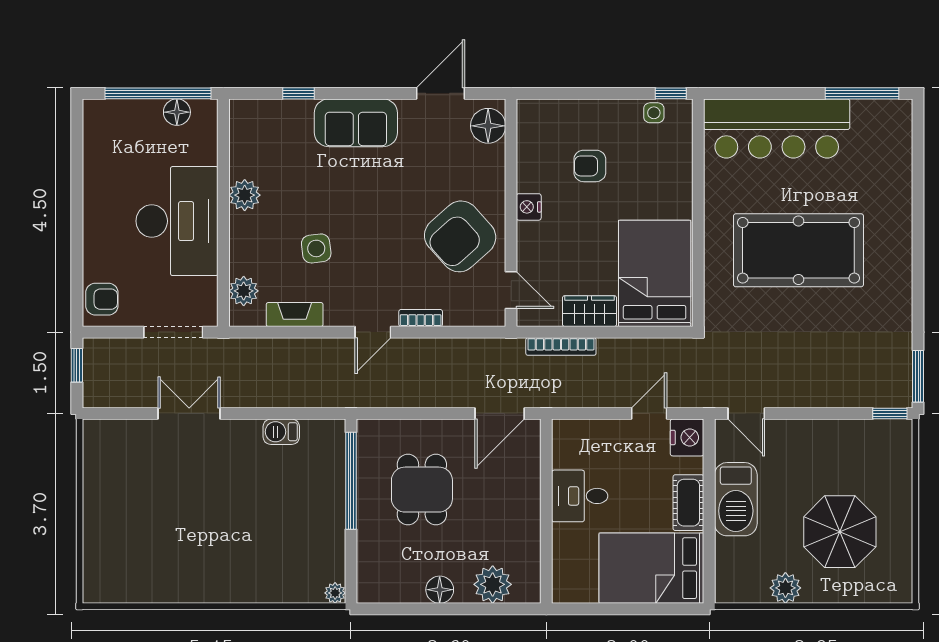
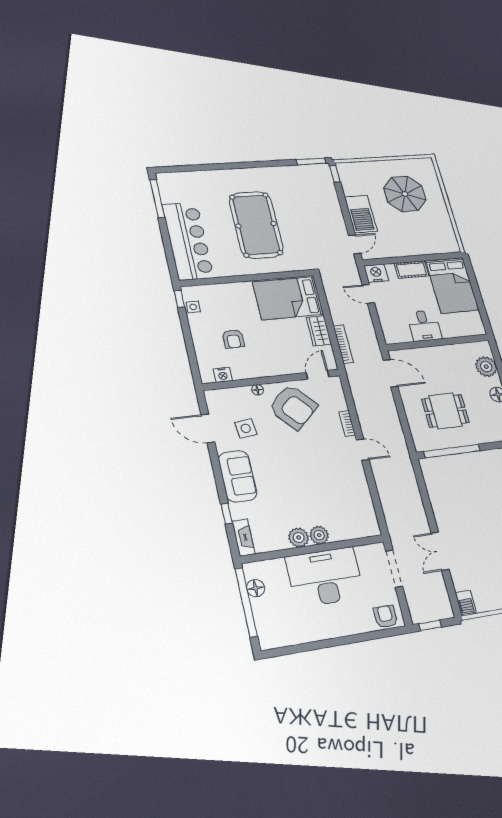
floor lamp: (488, 126) -> (258, 390), moved, width x0.53, depth x0.53
nightstand: (529, 207) -> (223, 375), moved
side table: (316, 248) -> (246, 428), moved
plant: (244, 291) -> (319, 535), moved
fireplace: (295, 315) -> (243, 538), moved, turned 180
barbecue: (281, 432) -> (466, 602), moved
barbecue: (736, 499) -> (361, 214), moved, turned 90
plant: (785, 588) -> (442, 218), removed

